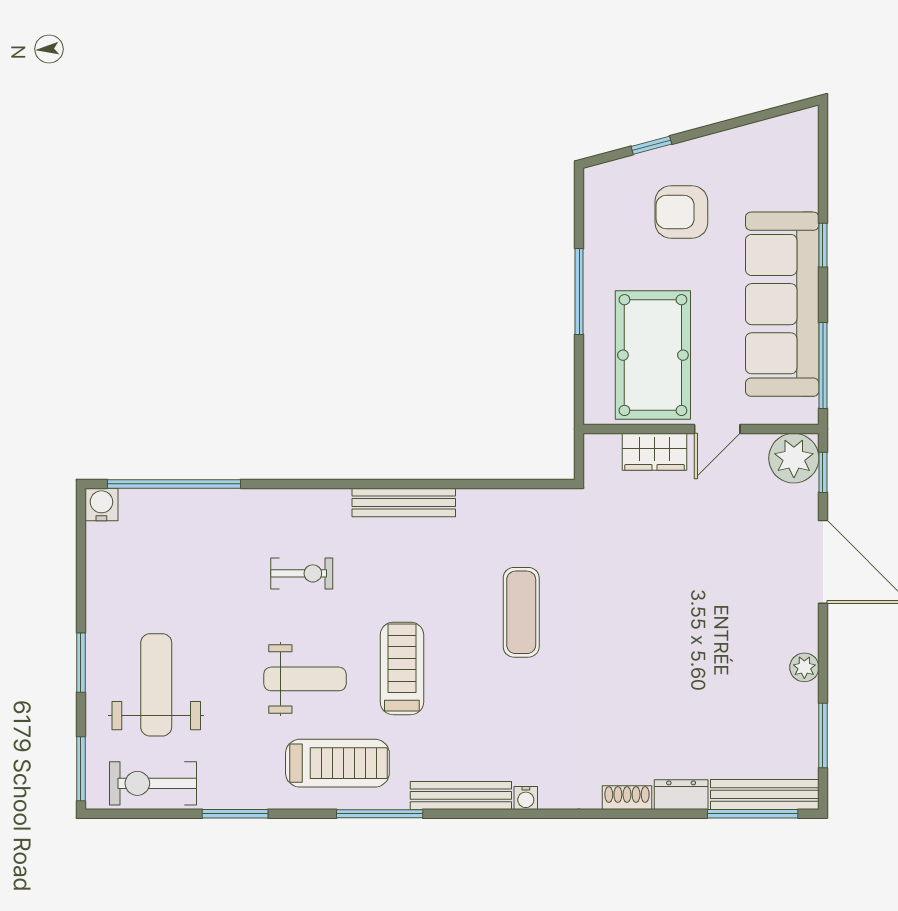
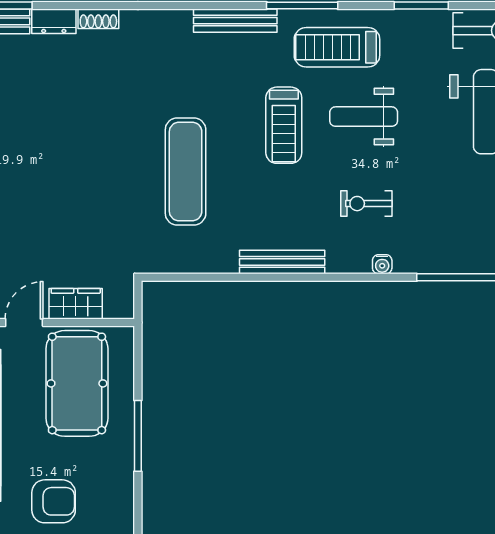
exercise mat: (521, 612) -> (186, 172), width x1.36, depth x1.45
water cooler: (526, 798) -> (382, 264), moved, turned 180

